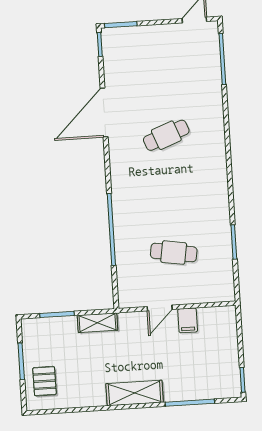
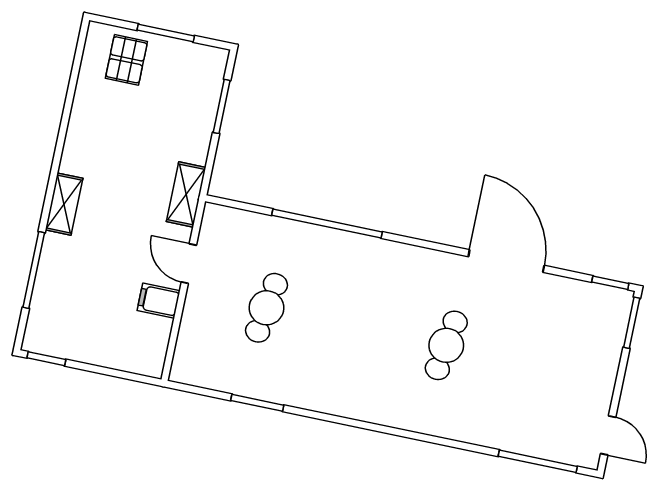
cafe table: (166, 135) -> (446, 345), turned 30
shelving: (97, 323) -> (186, 194), moved
pallet: (44, 381) -> (126, 60), turned 90
shelving: (135, 393) -> (64, 204), width x0.67, depth x0.75

